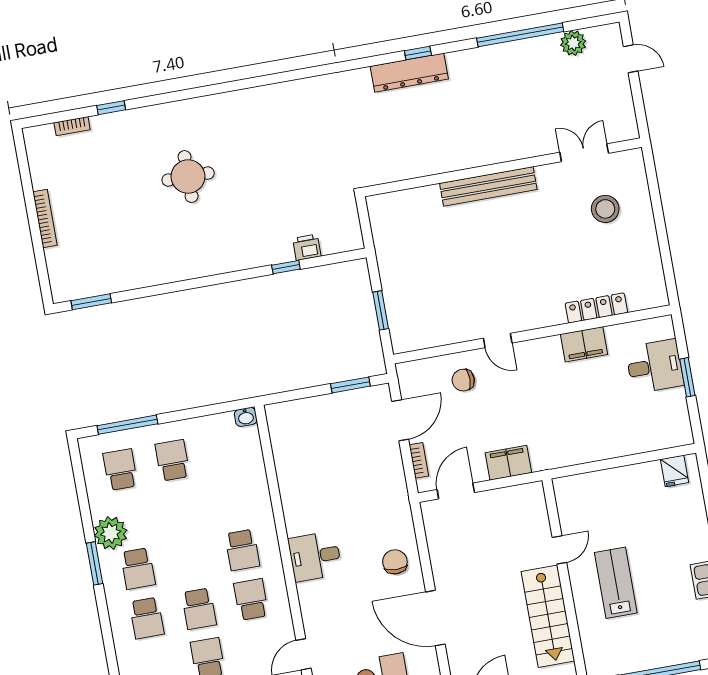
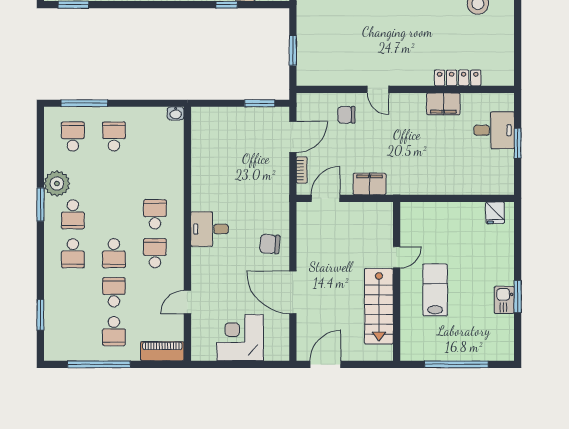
school desk: (242, 550) -> (155, 214), turned 180
chair: (395, 562) -> (270, 244), turned -88

